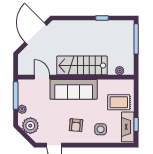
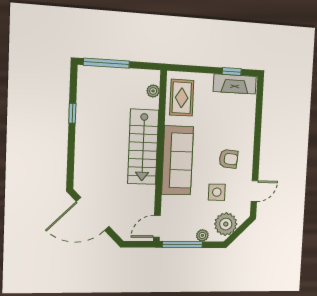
door: (42, 77) -> (157, 226), moved
rug: (119, 102) -> (182, 98), moved
side table: (101, 129) -> (217, 192), moved

